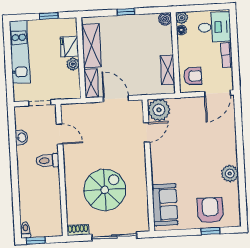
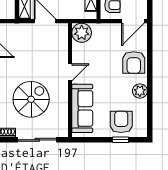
door: (147, 132) -> (70, 72), moved
armchair: (221, 141) -> (134, 62), added
sofa: (165, 205) -> (82, 108), width x1.36

